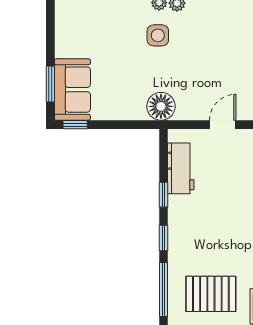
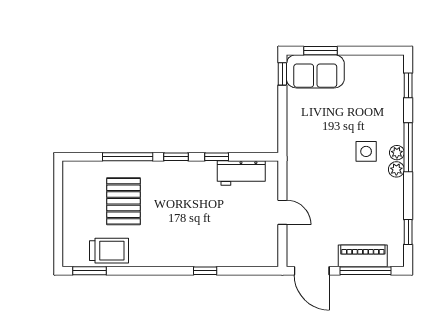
floor lamp: (161, 106) -> (299, 154), removed

